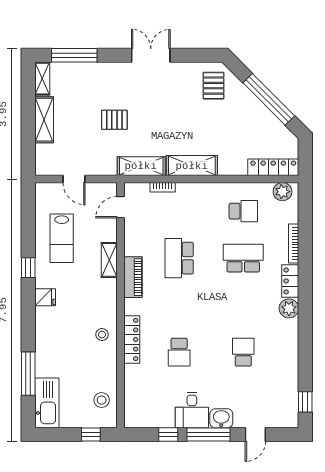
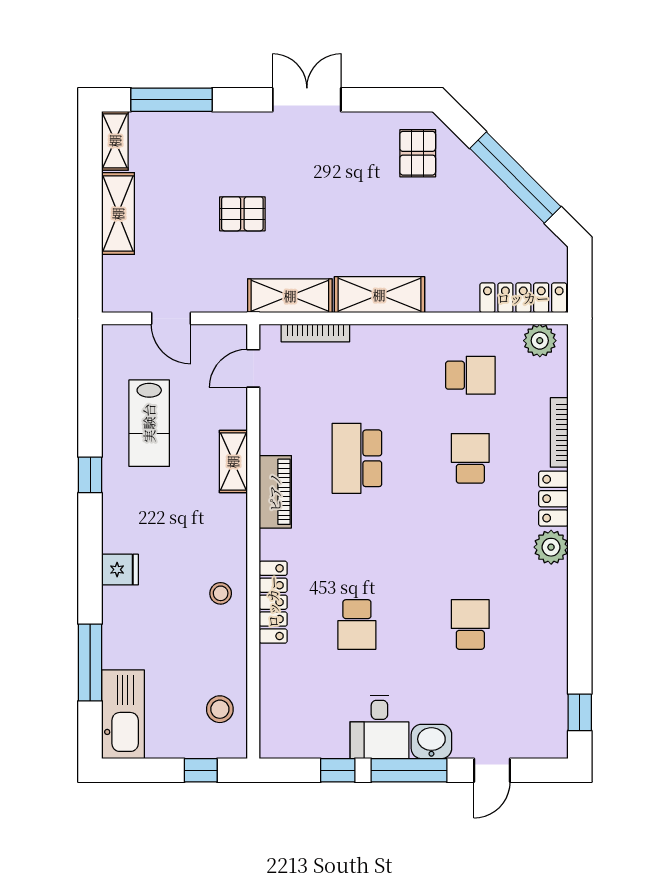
bookcase: (163, 187) -> (315, 333), width x1.56
school desk: (243, 258) -> (470, 458), width x0.54
fridge: (45, 297) -> (120, 570), moved

